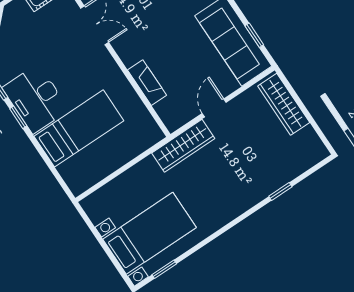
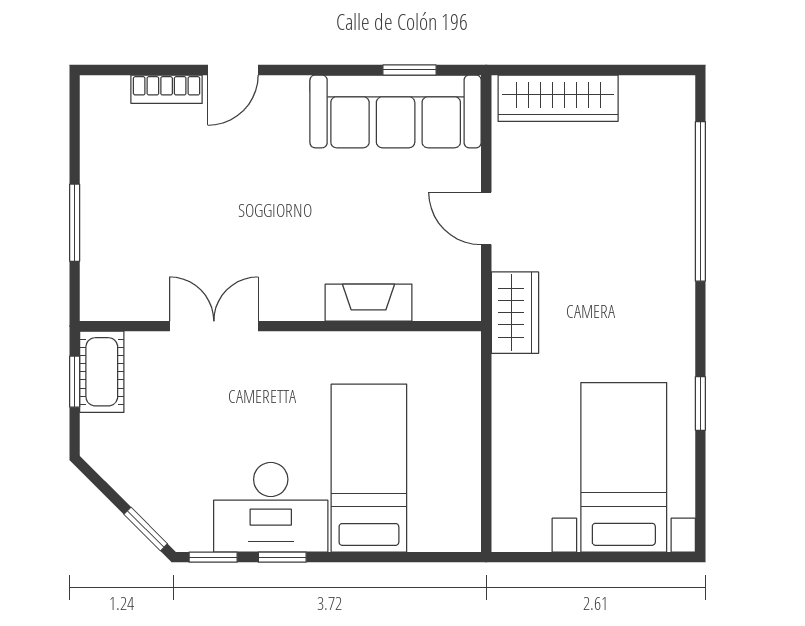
wardrobe: (183, 146) -> (515, 313), width x0.67
window: (280, 191) -> (700, 201), width x3.17
window: (164, 269) -> (700, 403), moved

